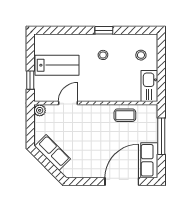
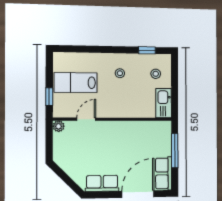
window: (104, 30) -> (147, 50), moved
lab bench: (57, 65) -> (76, 83), turned 180
coffee table: (125, 115) -> (141, 131), removed
row of seats: (52, 152) -> (102, 183), moved, turned -45

